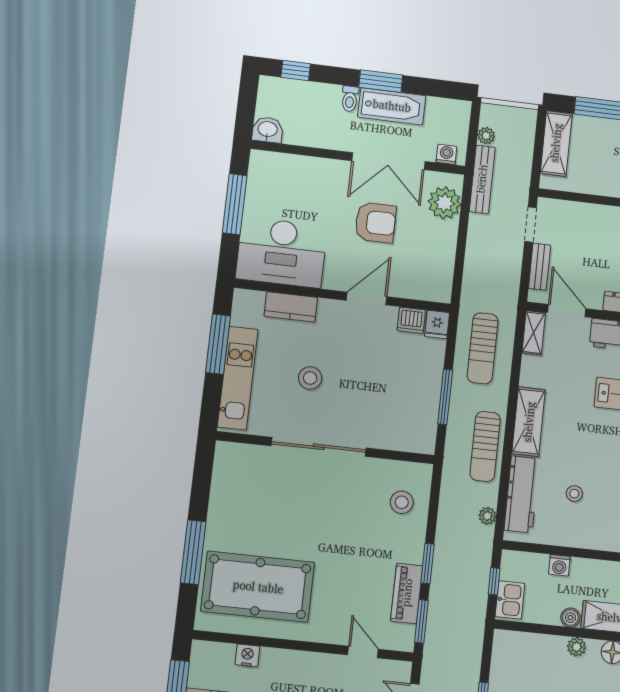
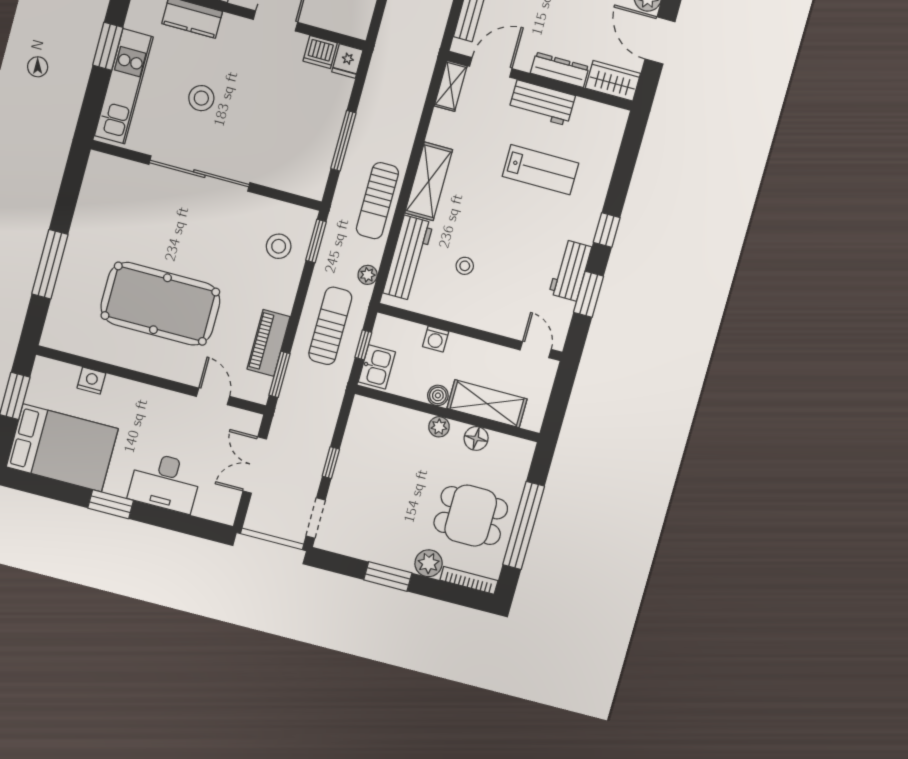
door: (567, 311) -> (491, 67), hinge flipped
window: (218, 344) -> (108, 46), width x0.69
sun lounger: (483, 348) -> (330, 326), moved, turned 180
window: (427, 564) -> (316, 241), moved
pool table: (258, 587) -> (160, 304), moved

